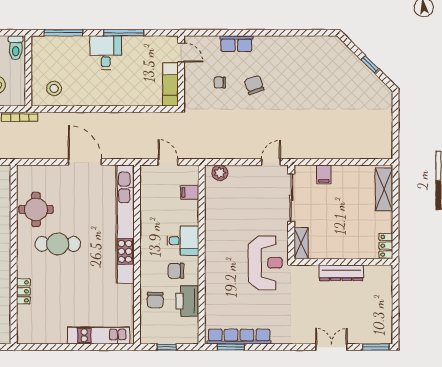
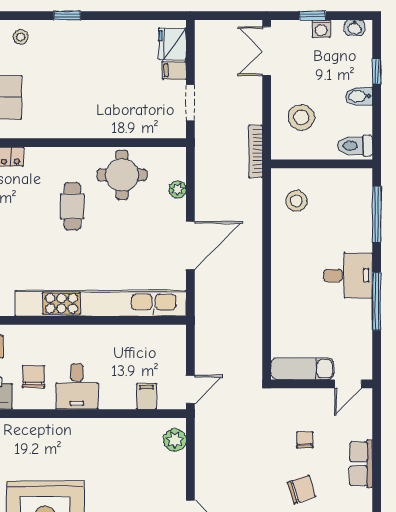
door: (168, 162) -> (190, 389), moved
plant: (46, 171) -> (178, 189), added
cafe table: (58, 244) -> (72, 206), width x0.73, depth x0.74

